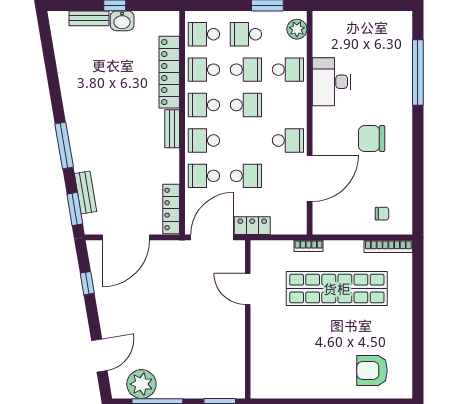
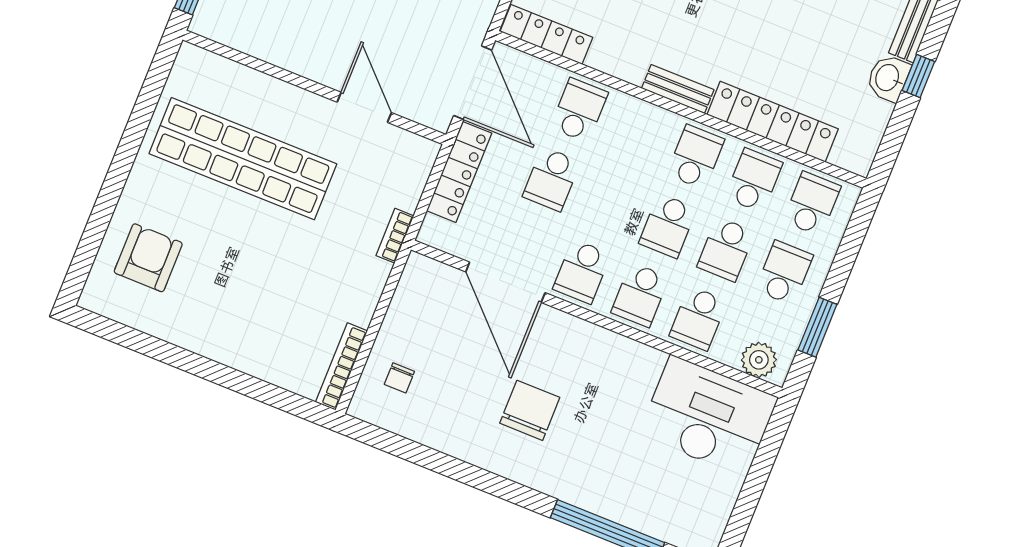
desk: (331, 82) -> (708, 416), moved, width x1.36, depth x1.30
school desk: (204, 140) -> (640, 295), moved, turned 180
locker: (252, 226) -> (459, 172), width x1.53
door: (248, 289) -> (364, 107), hinge flipped
shop shelf: (337, 289) -> (243, 159), moved, turned 90

